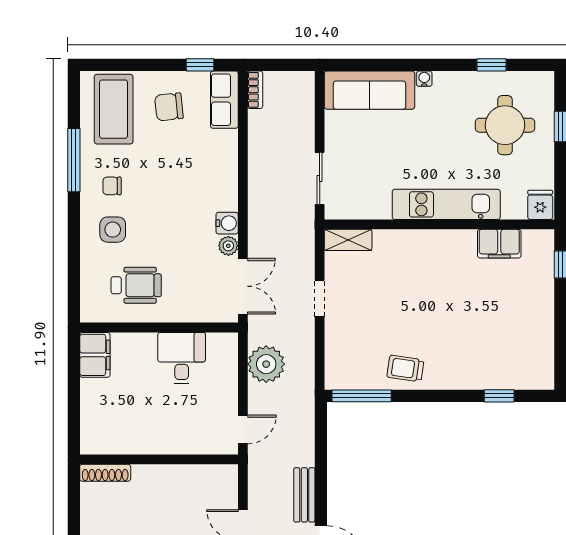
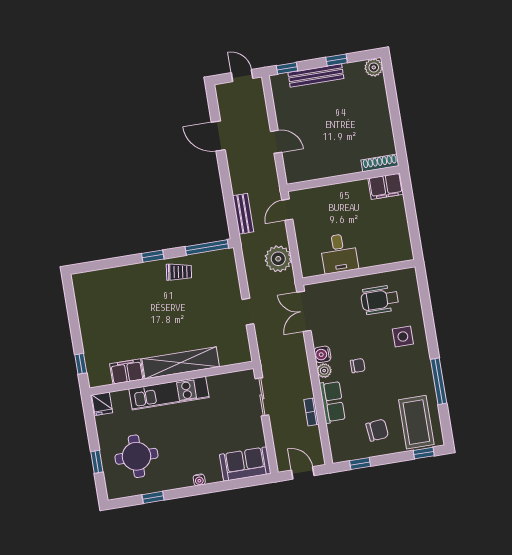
window: (110, 65) -> (424, 453), added
door: (281, 65) -> (303, 473), added
bookcase: (255, 90) -> (311, 412), moved
sofa: (369, 90) -> (245, 464), width x0.73
row of seats: (224, 100) -> (332, 402), moved
chair: (112, 186) -> (358, 366), moved
shelving: (348, 240) -> (181, 363), moved, width x2.20, depth x1.33
plant: (228, 246) -> (324, 371), moved
filing cabinet: (95, 355) -> (386, 186), moved, turned -90
window: (499, 396) -> (153, 256), moved
bench: (304, 495) -> (243, 214), moved

